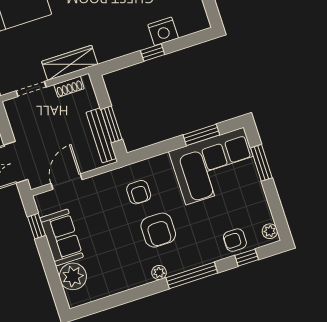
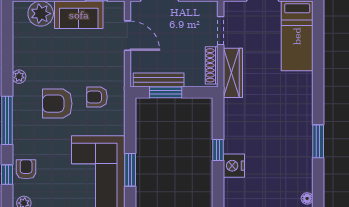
shoe rack: (69, 87) -> (212, 65), width x1.43
plant: (159, 273) -> (19, 77), moved

